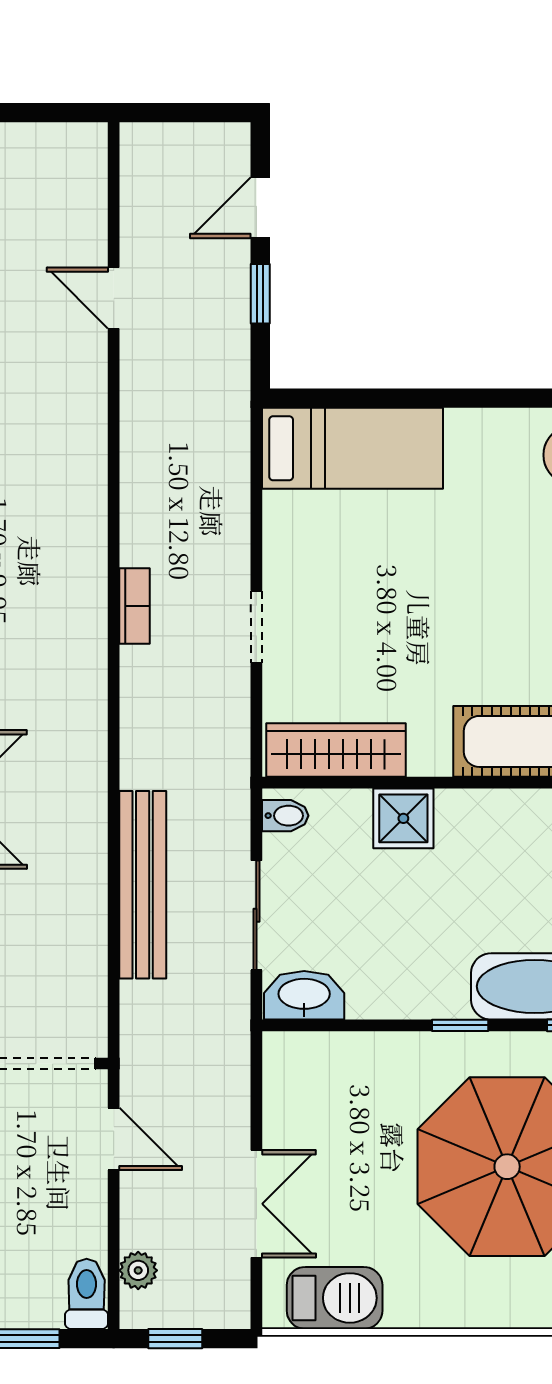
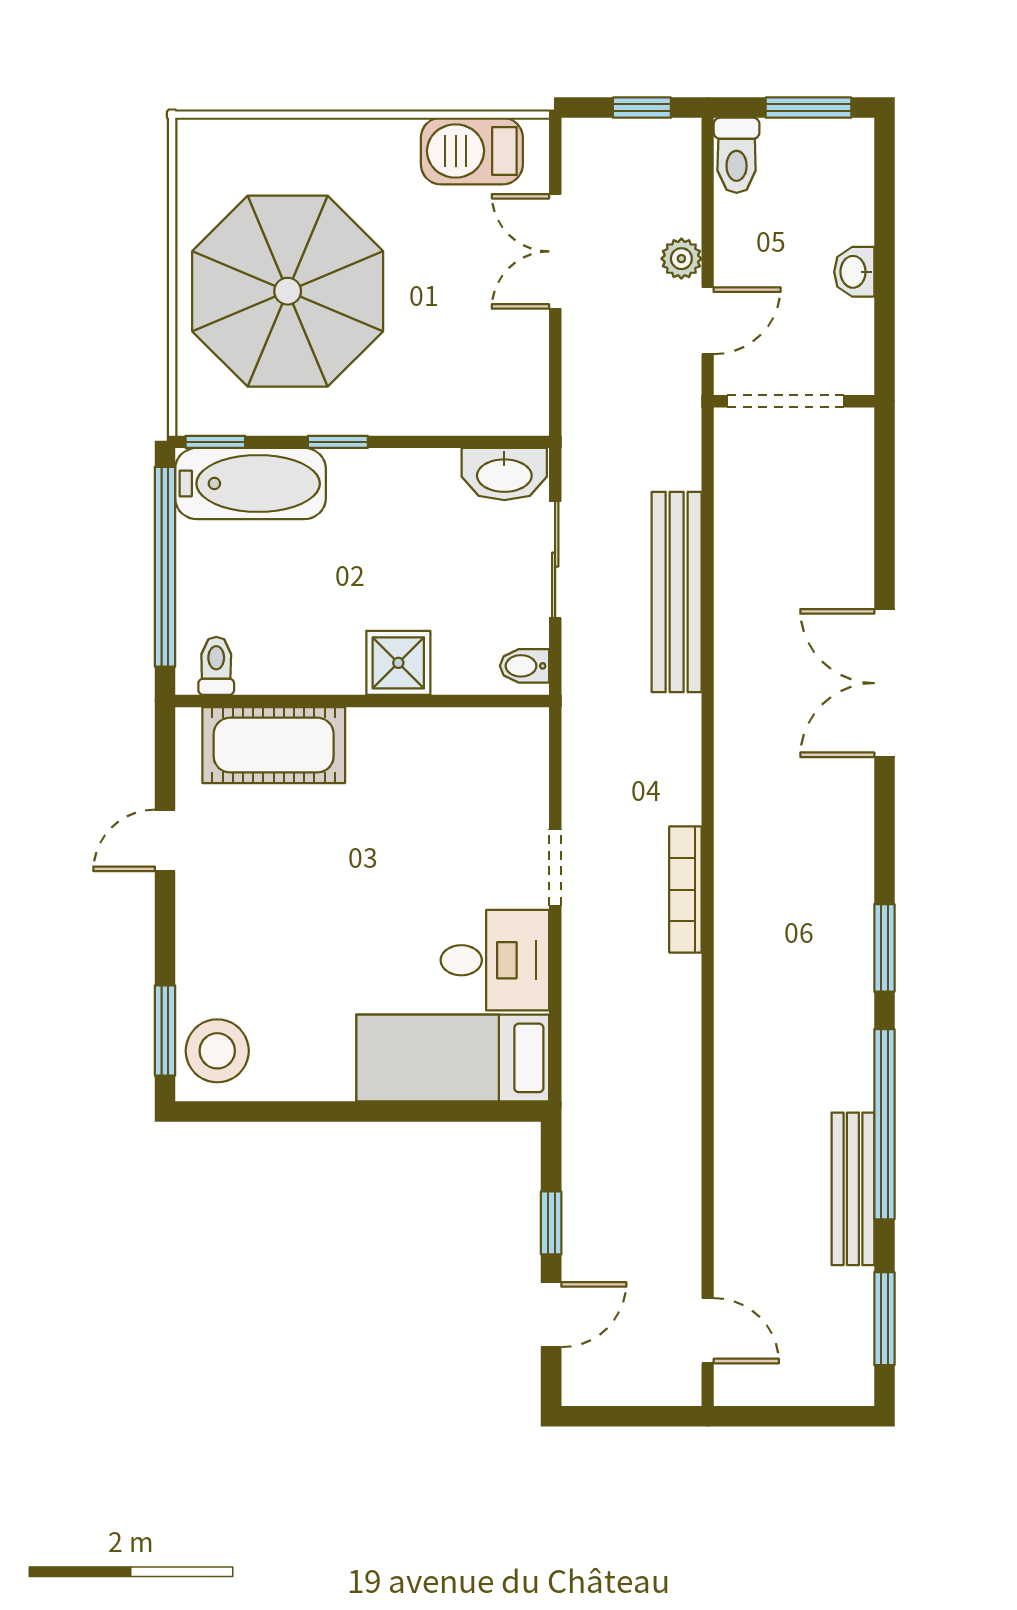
door: (114, 298) -> (708, 1331), moved
desk: (313, 540) -> (495, 960), added
bookcase: (134, 606) -> (685, 890), width x1.56
wardrobe: (336, 750) -> (470, 736), removed
door: (114, 1139) -> (708, 321), swing flipped
plant: (138, 1270) -> (681, 259), moved

